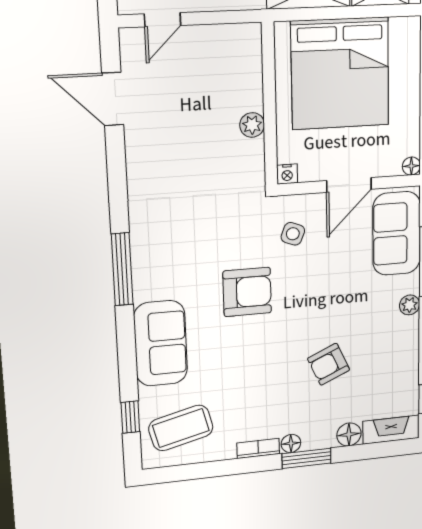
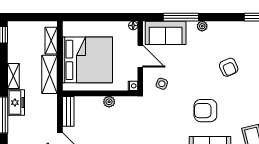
bench: (229, 36) -> (68, 111), added
armchair: (247, 292) -> (205, 111), moved, turned -90

